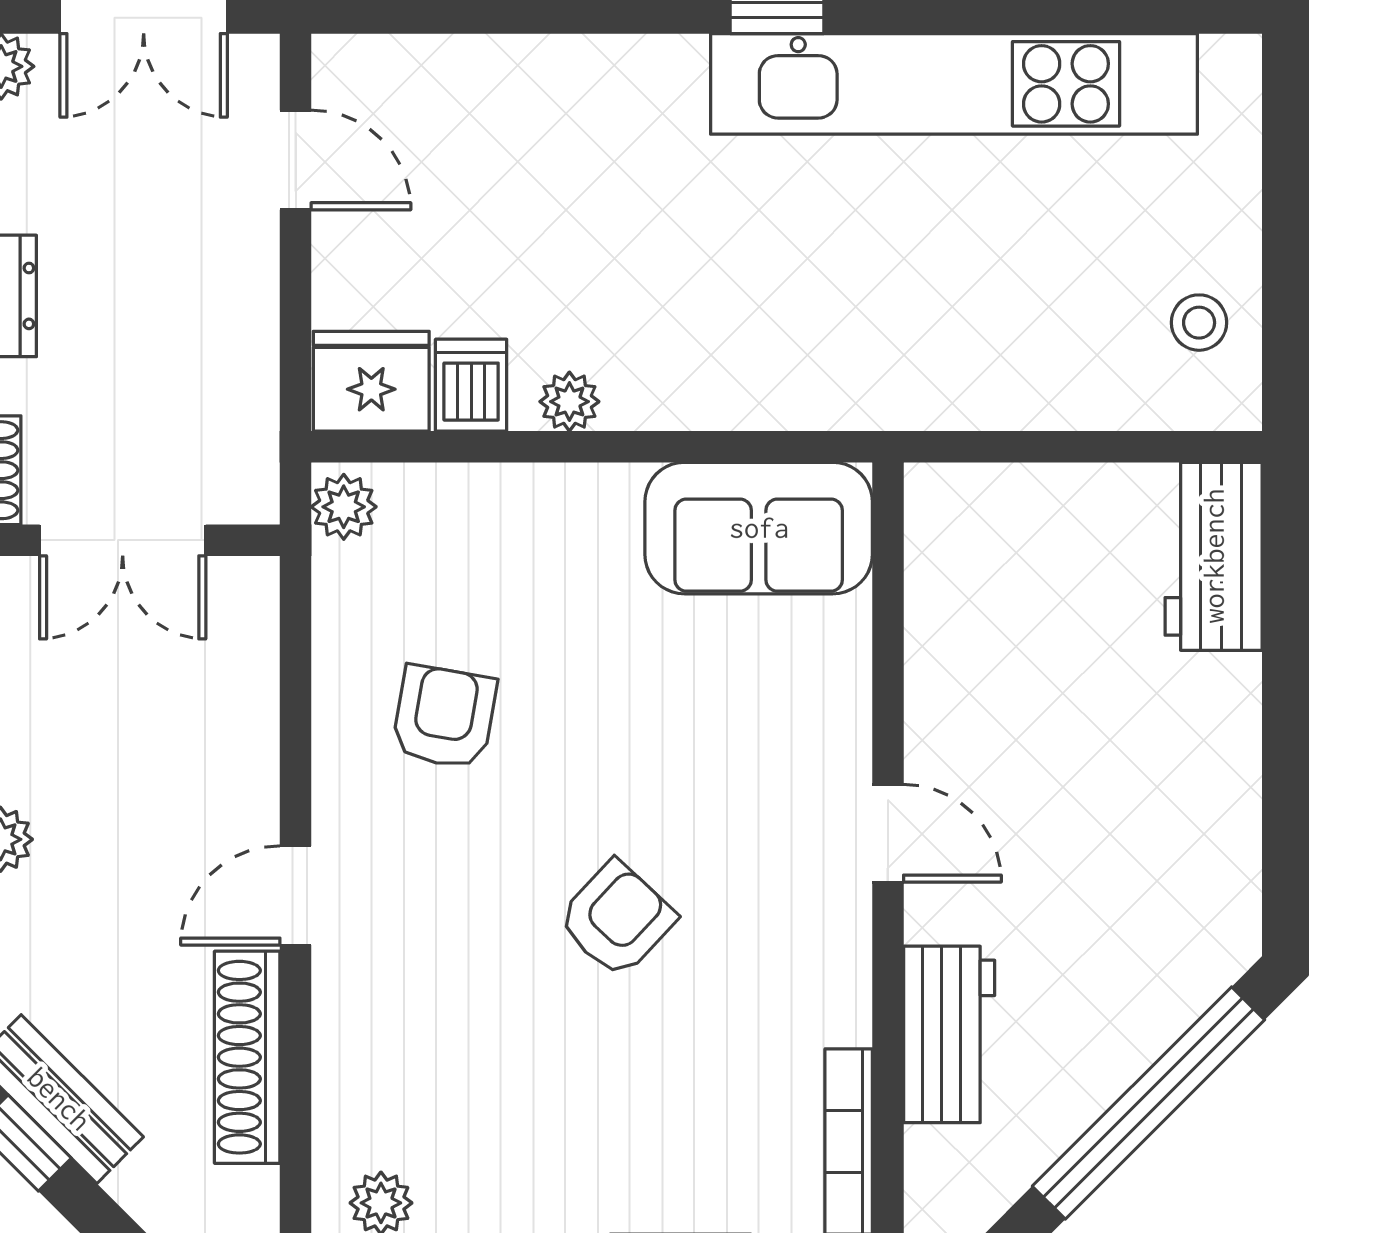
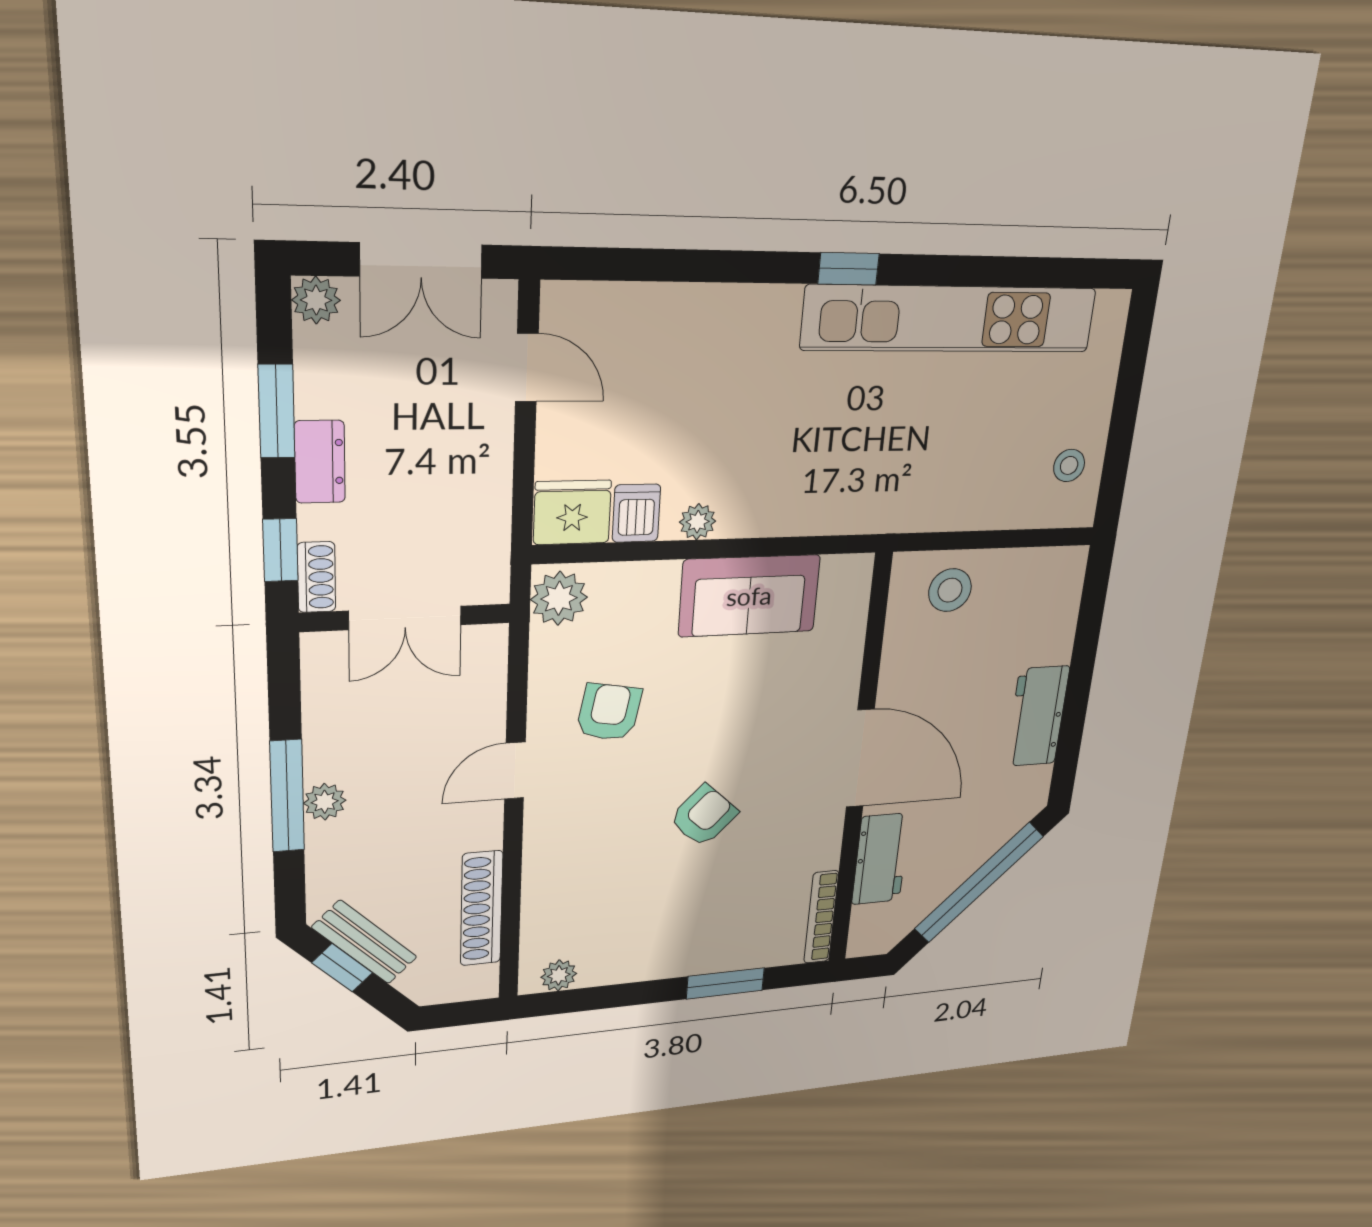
plant: (344, 507) -> (559, 598), width x1.38, depth x1.38
sofa: (759, 528) -> (749, 596), moved
stool: (1014, 533) -> (950, 590), added
workbench: (1214, 556) -> (1037, 716), moved
door: (888, 833) -> (860, 758), width x1.88
door: (296, 895) -> (515, 771), moved

